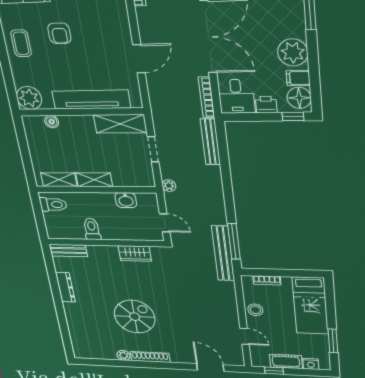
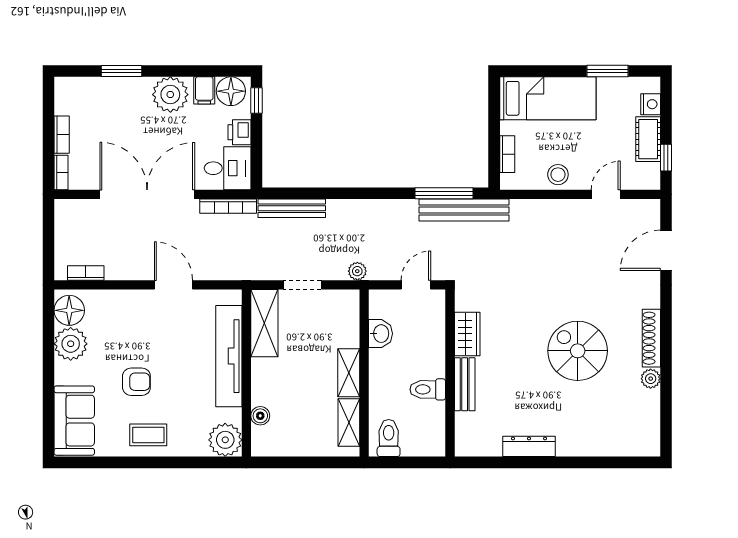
bench: (68, 250) -> (465, 384), moved

